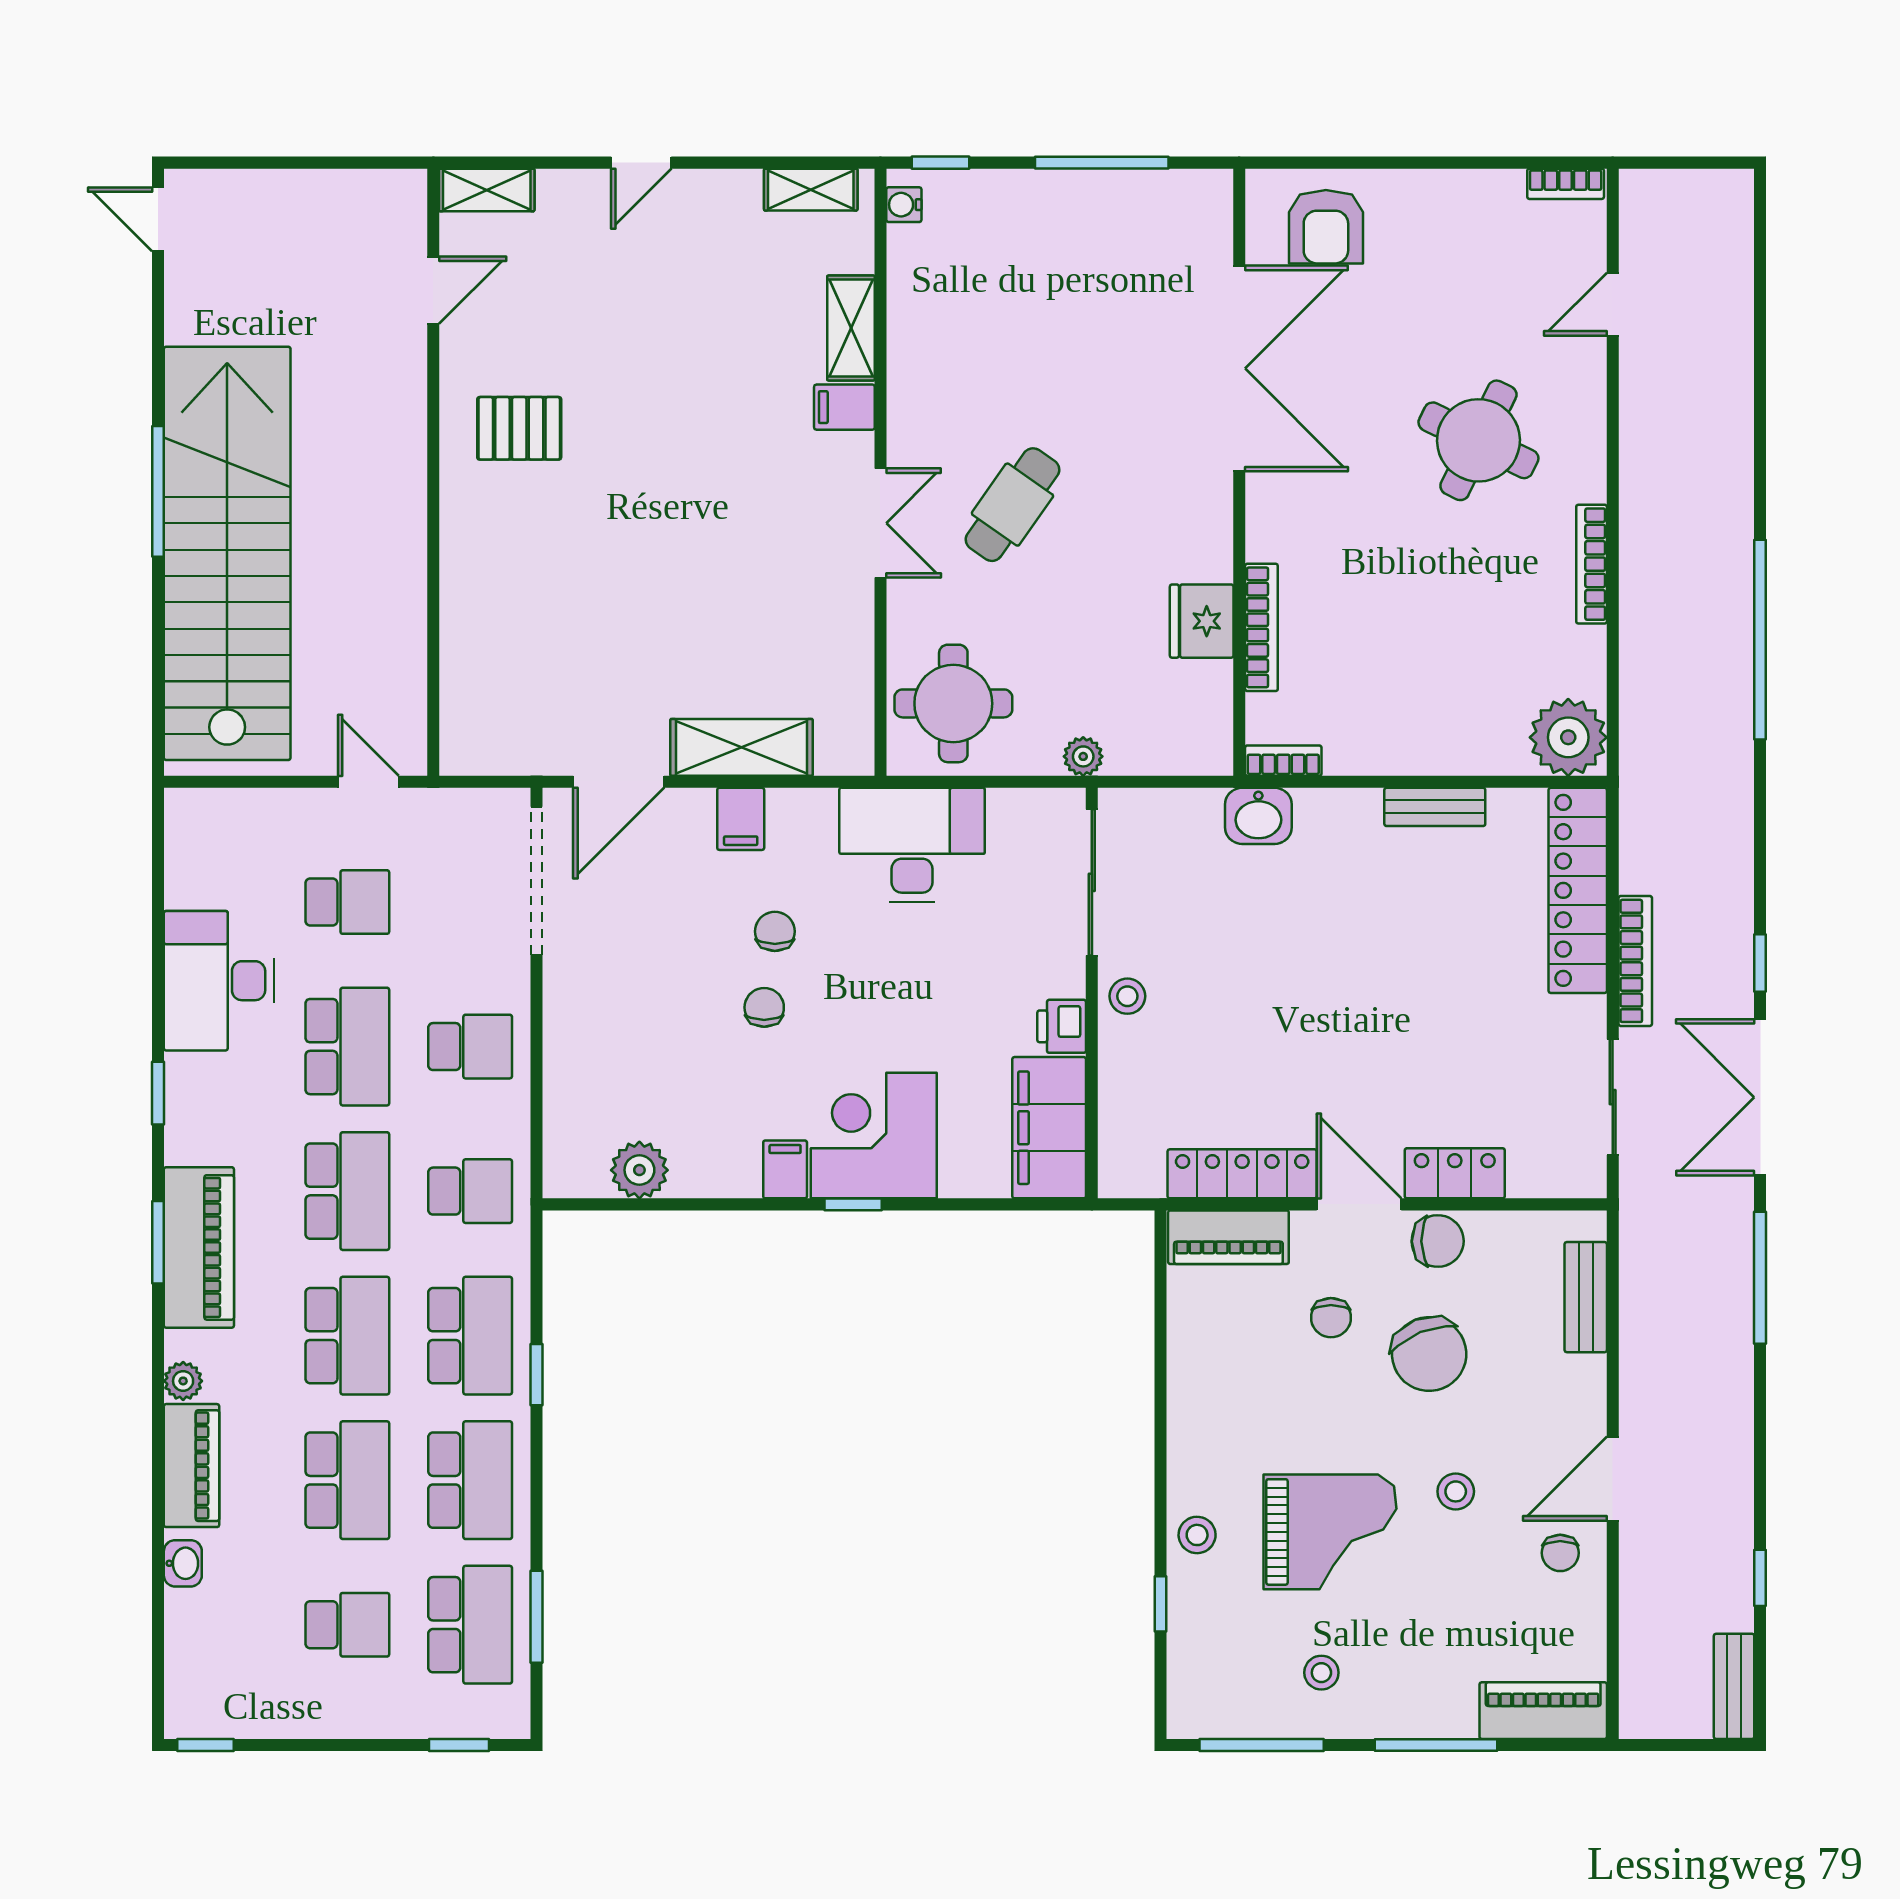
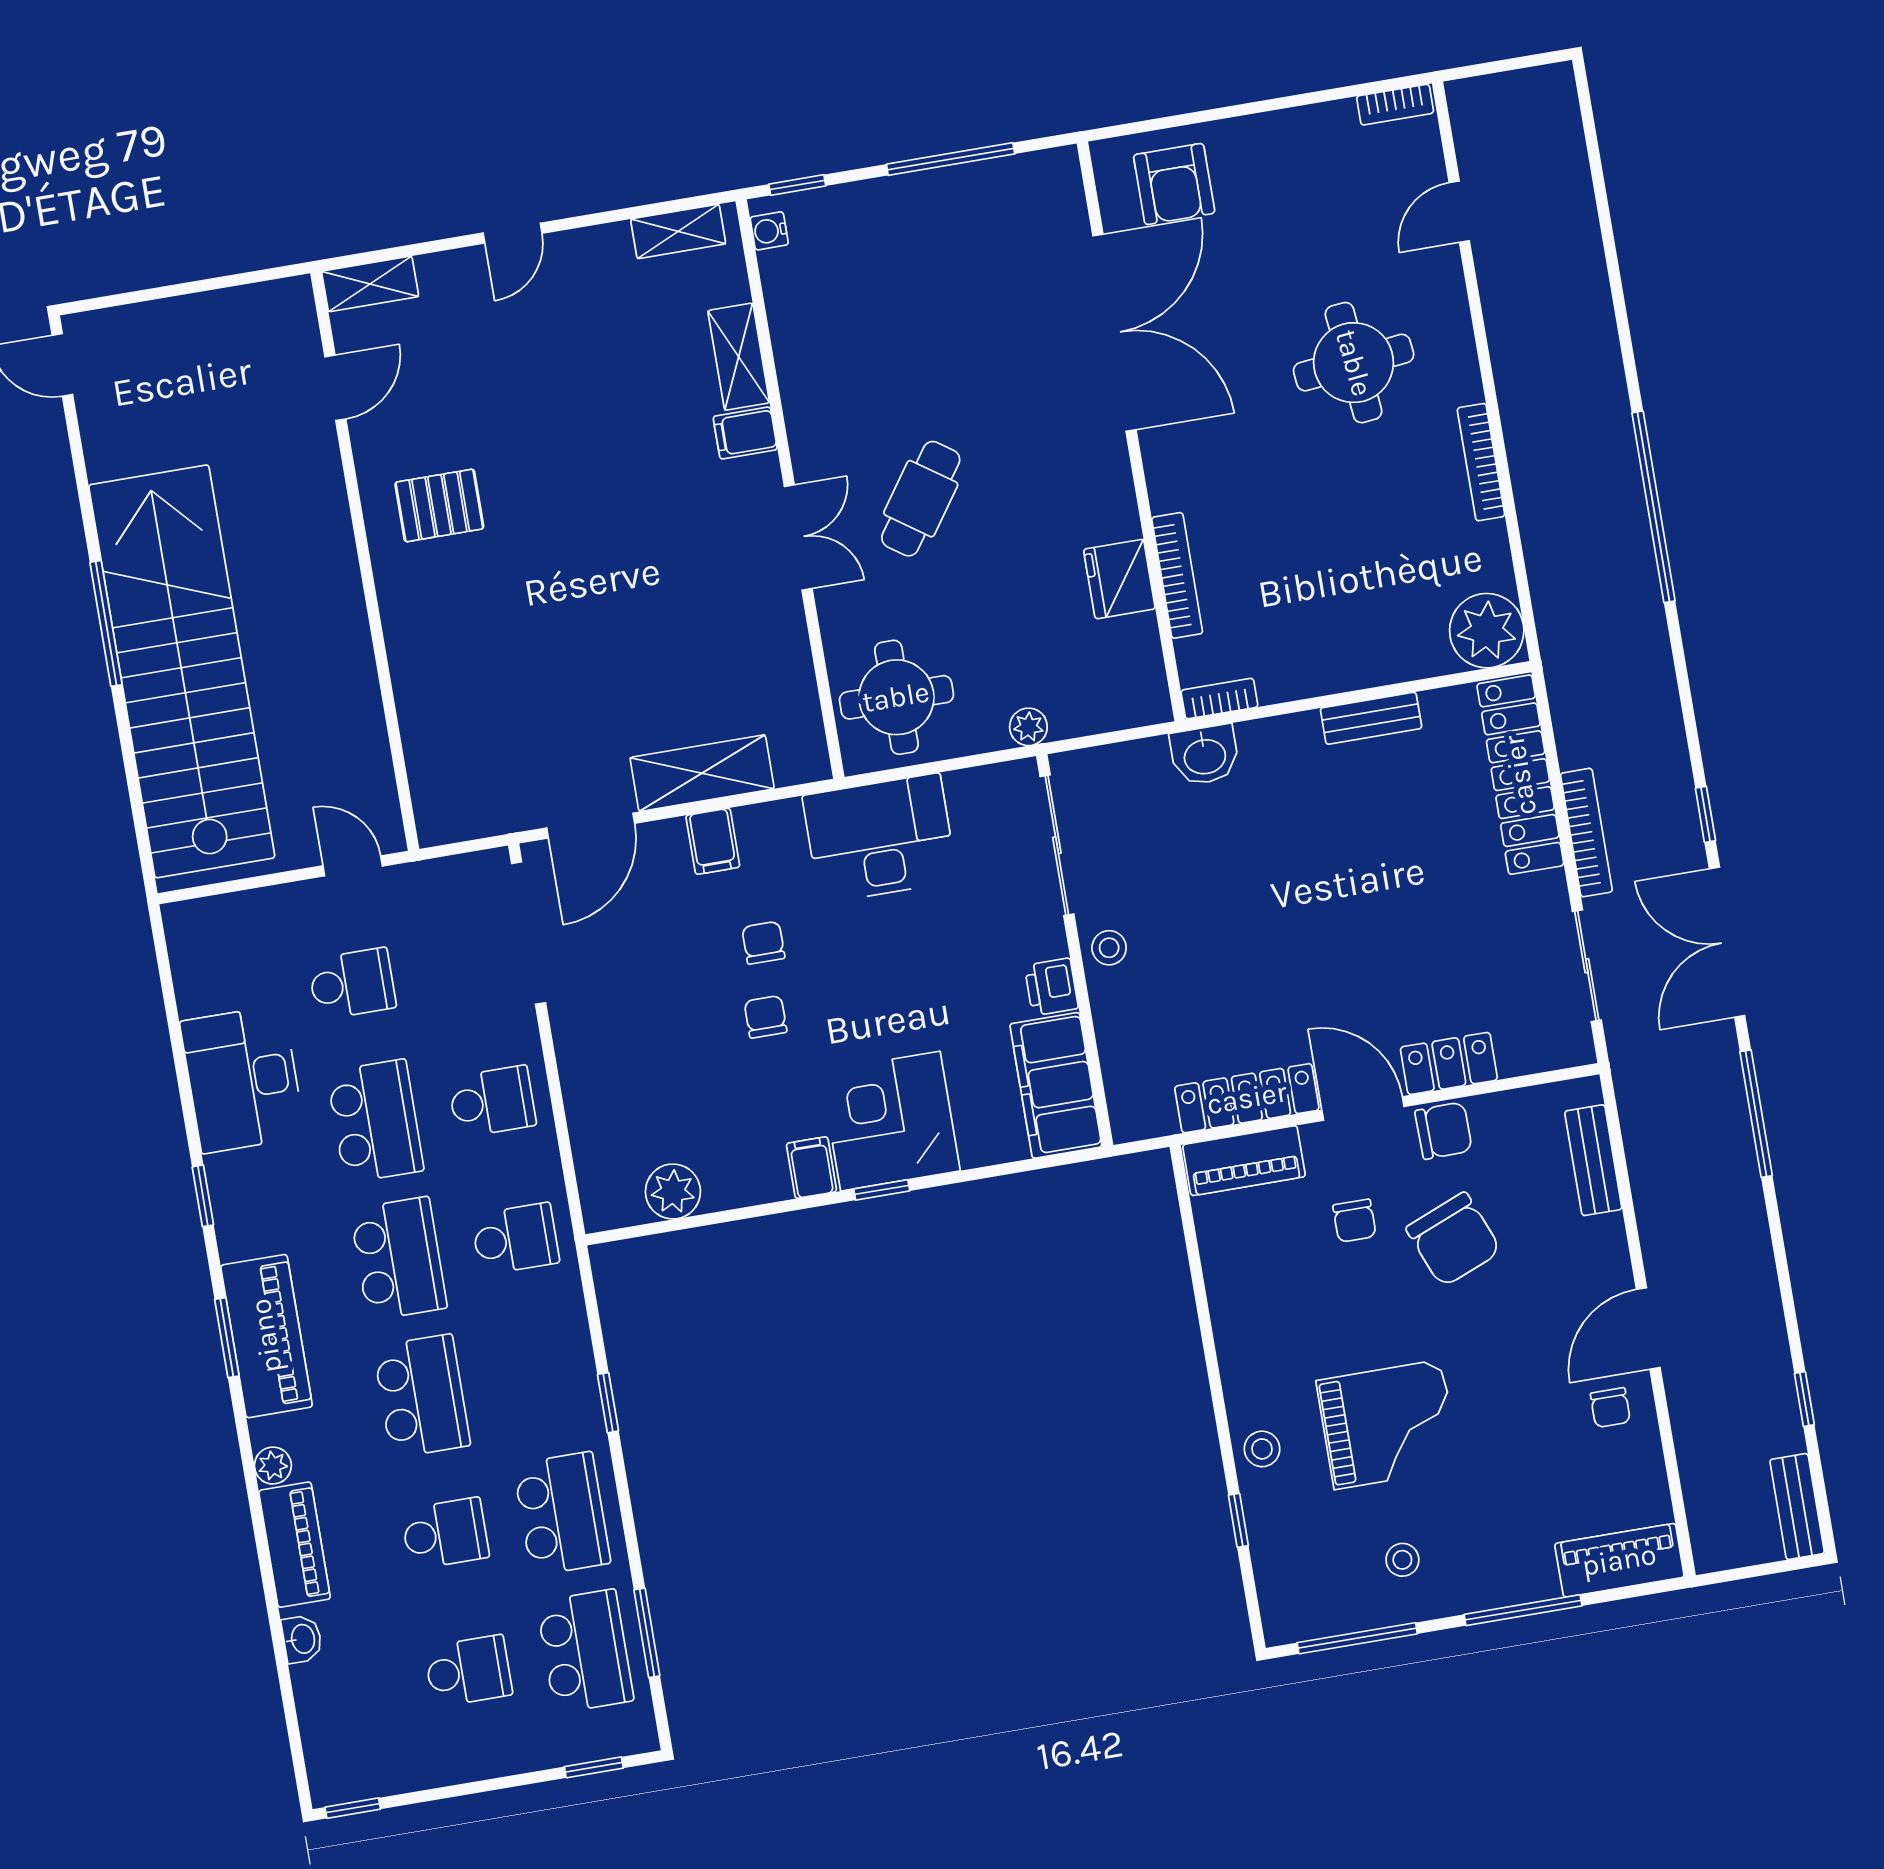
round table: (1478, 440) -> (1354, 363), turned -32
school desk: (470, 1336) -> (539, 1376), removed
school desk: (347, 1480) -> (445, 1533), width x0.54
stool: (1456, 1491) -> (1501, 1366), removed

